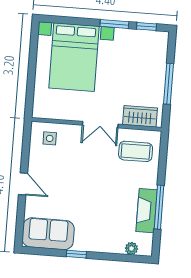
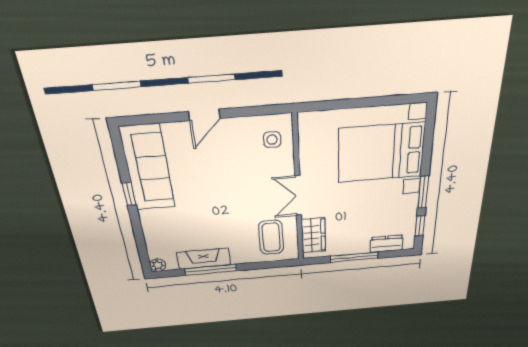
dresser: (160, 55) -> (387, 244), added
sofa: (48, 234) -> (148, 168), width x1.36
plant: (131, 249) -> (158, 265), moved

